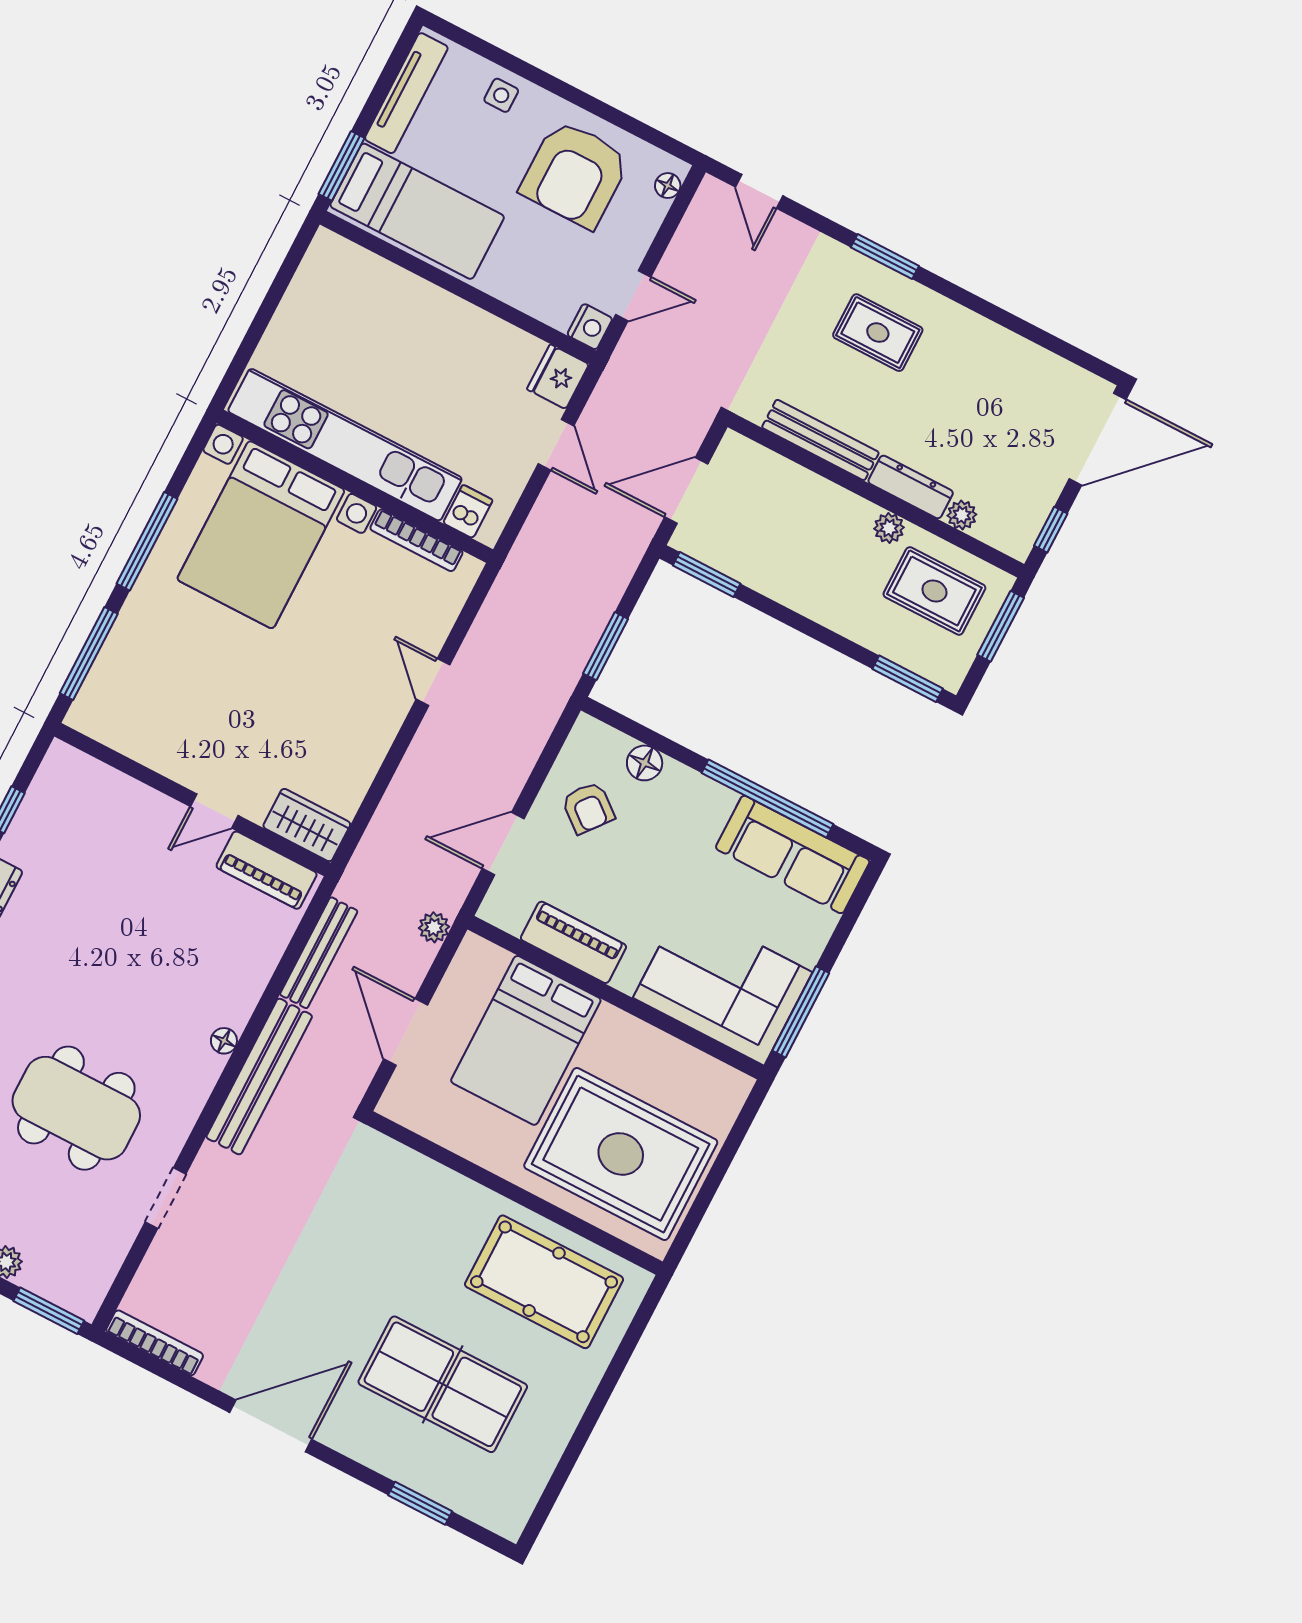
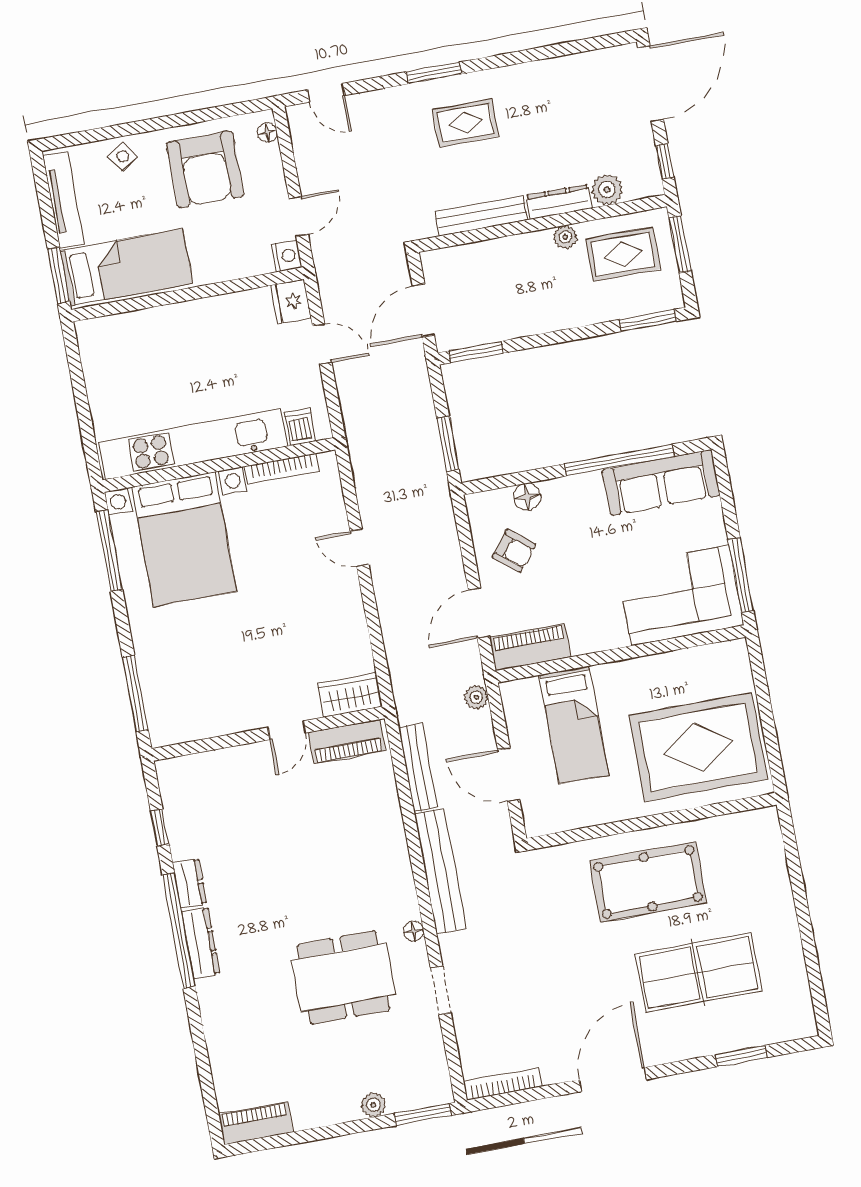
side table: (501, 95) -> (123, 156), turned -35
plant: (962, 515) -> (607, 190), width x1.38, depth x1.38
window: (147, 541) -> (109, 551), moved
piano: (573, 942) -> (530, 647), moved
bed: (526, 1040) -> (574, 725), width x0.67
floor lamp: (224, 1041) -> (414, 931), moved
pool table: (544, 1282) -> (648, 882), moved

